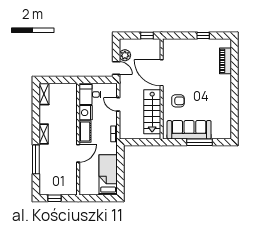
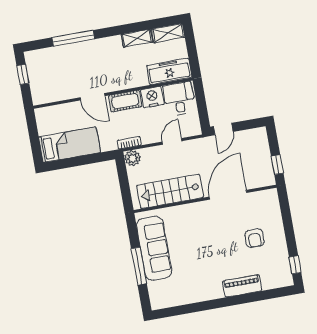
window: (203, 36) -> (295, 265), moved
plant: (125, 55) -> (133, 158), moved
piano: (226, 61) -> (242, 286), moved
freezer: (70, 98) -> (169, 71), added
armchair: (178, 101) -> (255, 238), moved
shelving: (44, 134) -> (137, 38), moved

